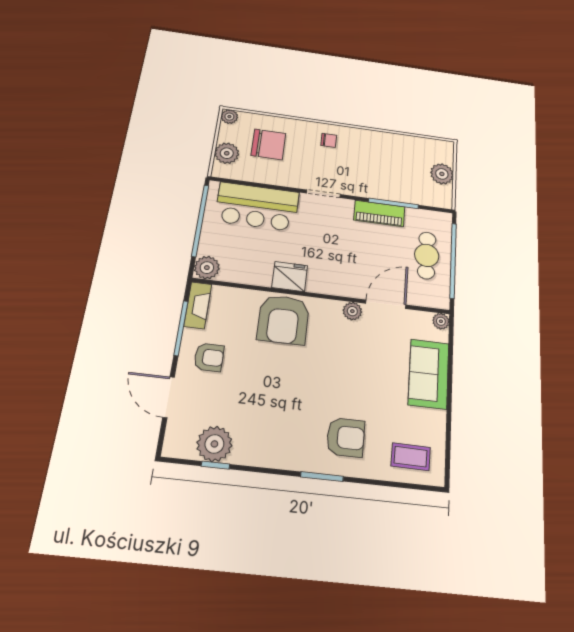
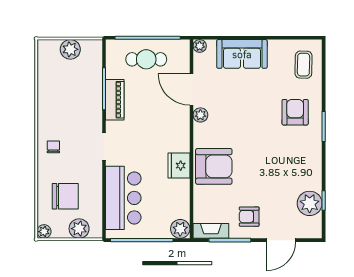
chair: (268, 144) -> (65, 196), turned 90
armchair: (209, 357) -> (249, 217), turned -90

